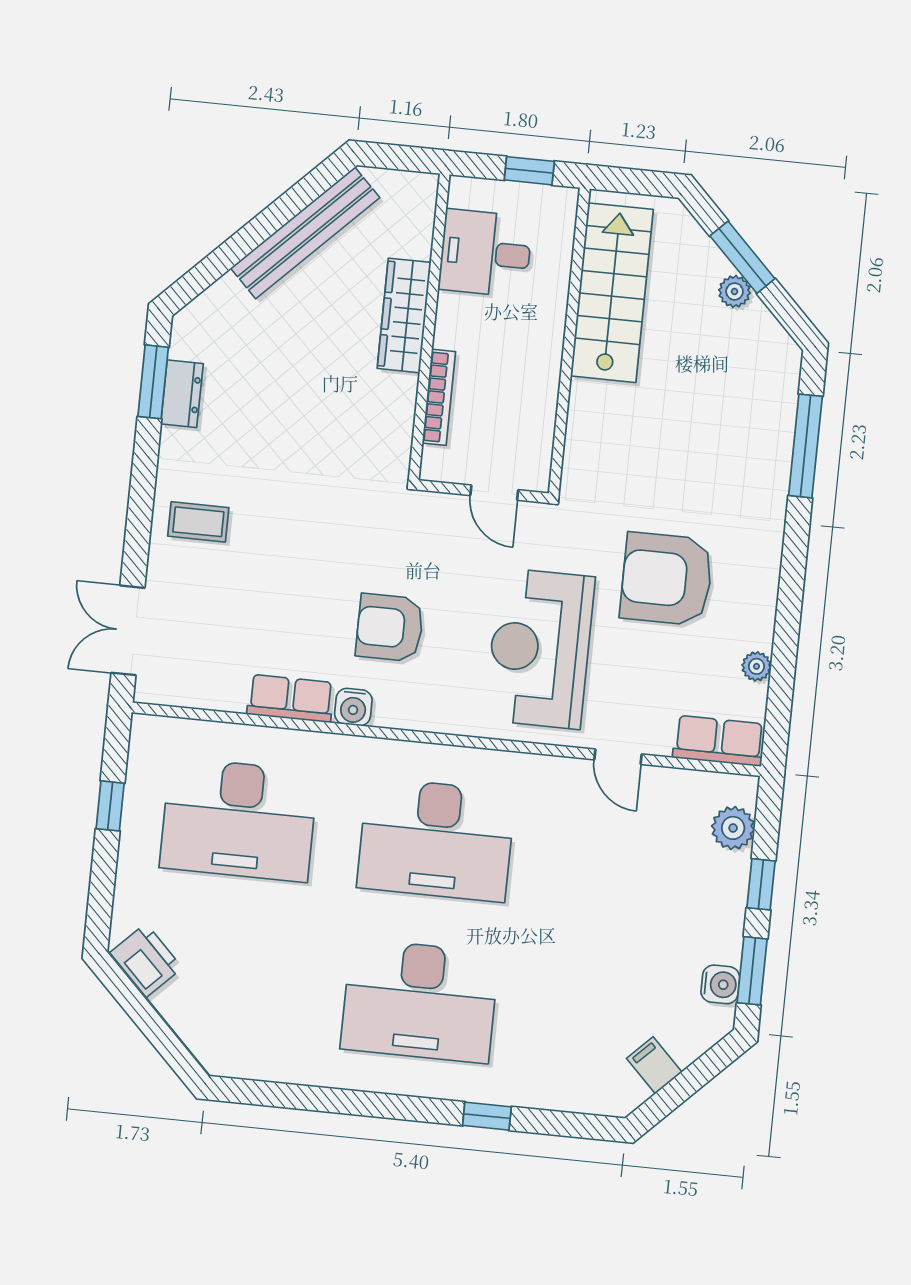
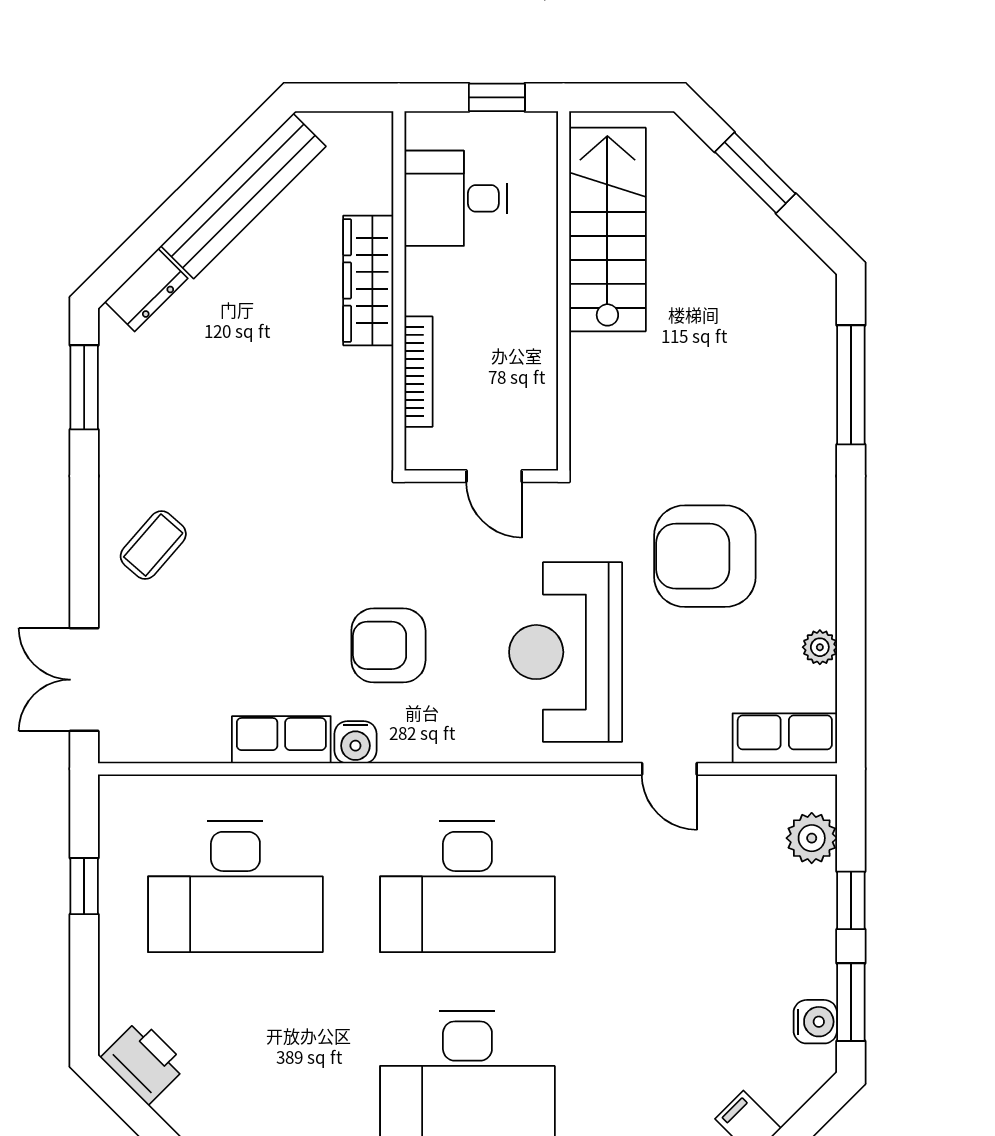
plant: (735, 291) -> (750, 214), removed
dresser: (182, 394) -> (146, 290), moved, turned 45
coffee table: (198, 522) -> (153, 545), turned -49

